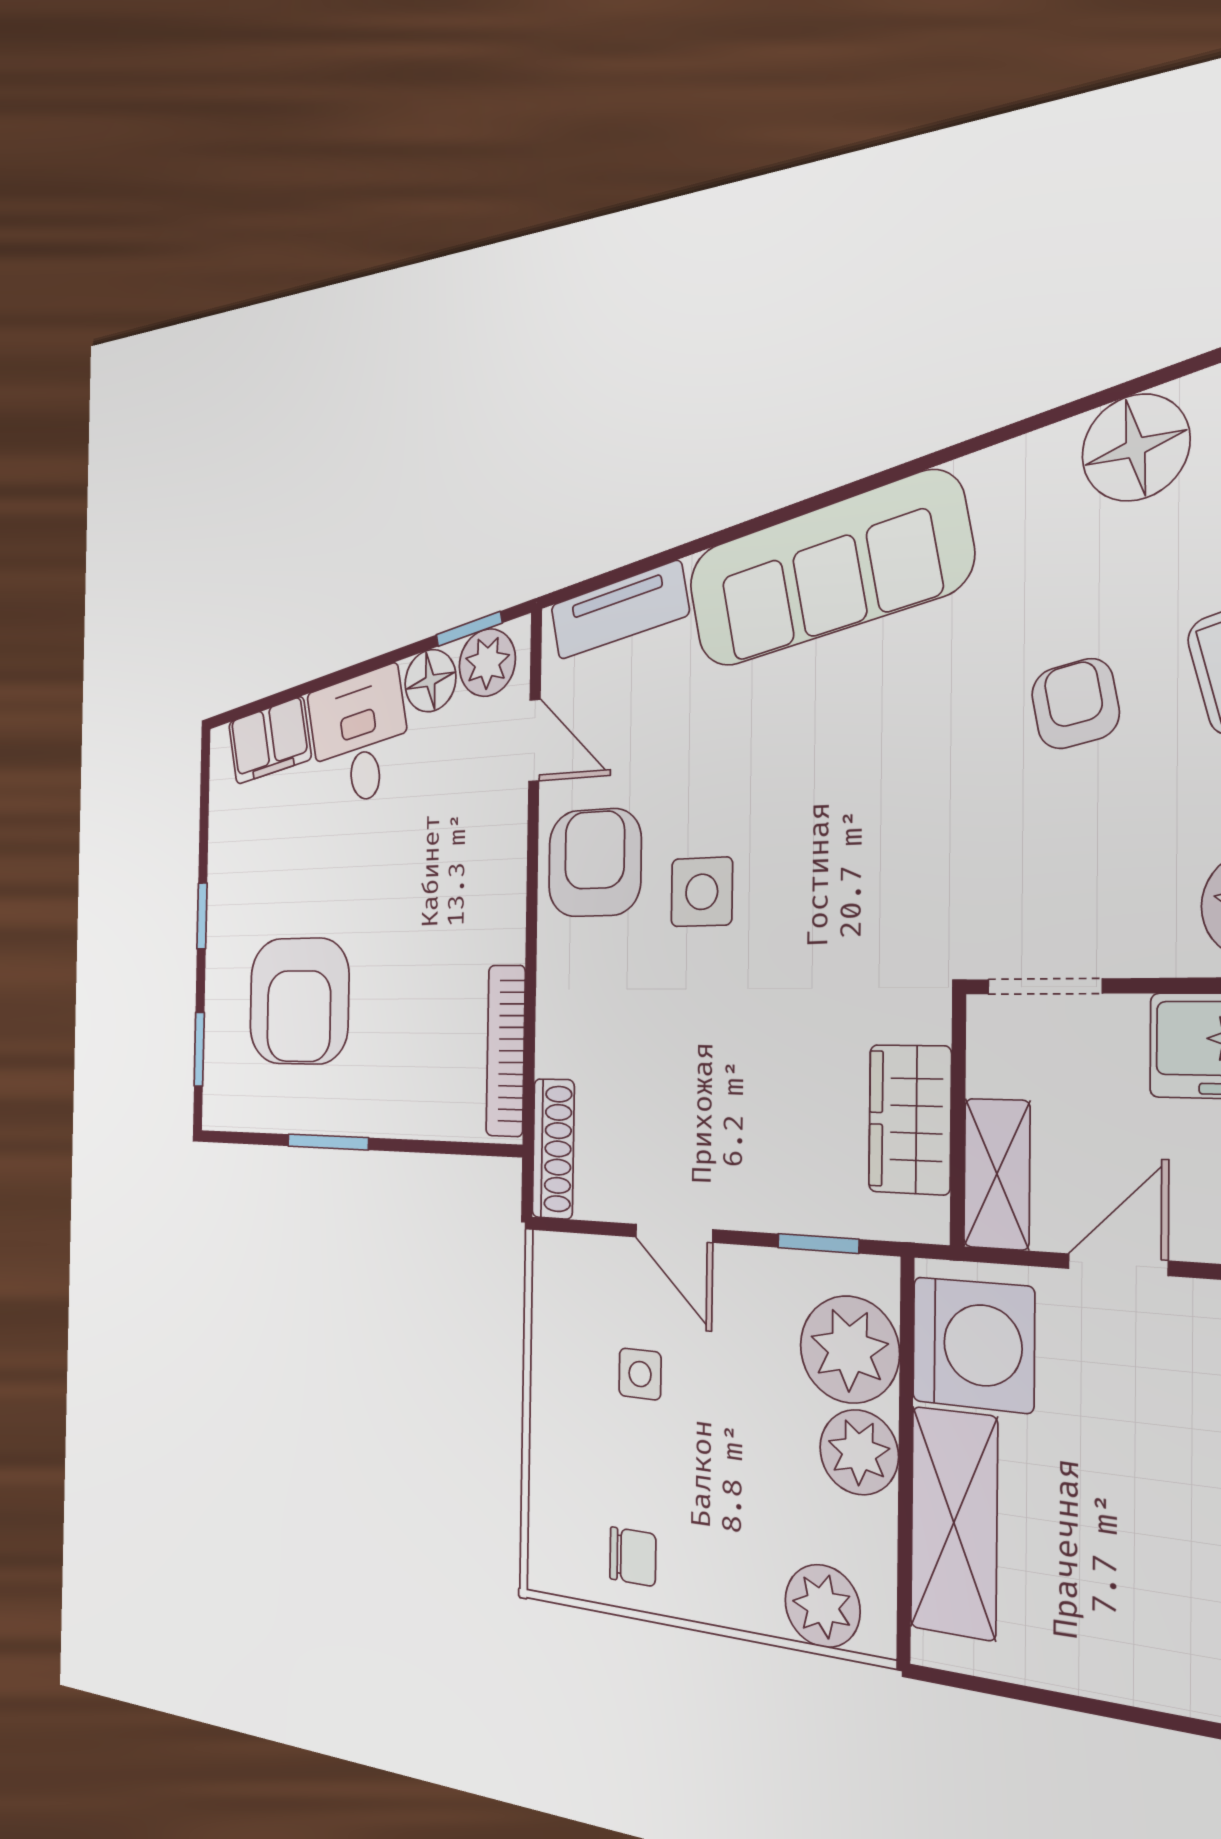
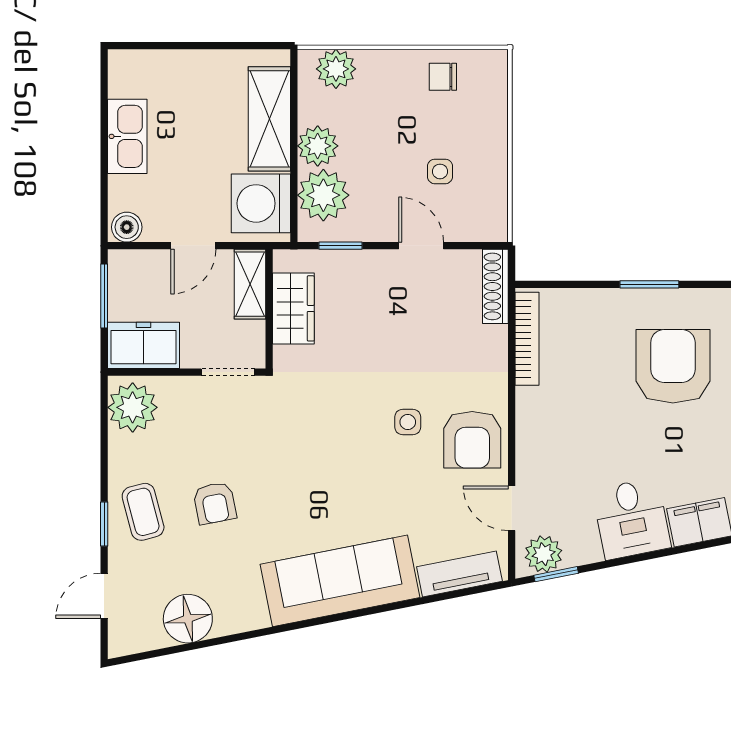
floor lamp: (430, 681) -> (582, 547), removed
side table: (702, 892) -> (408, 422), width x0.73, depth x0.73

